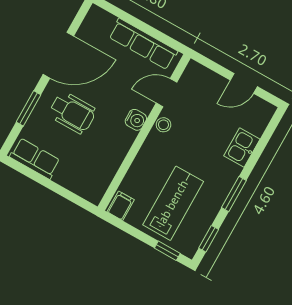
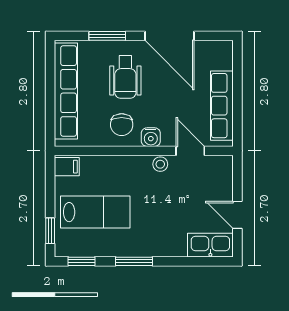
chair: (111, 139) -> (122, 125), added
kitchen sink: (242, 147) -> (210, 245), moved, width x1.38
row of seats: (35, 159) -> (66, 91), width x2.02

